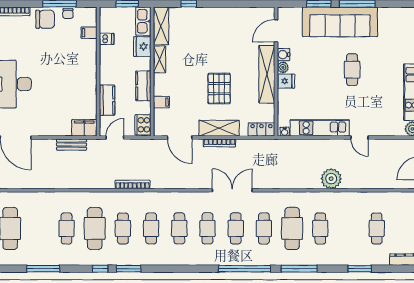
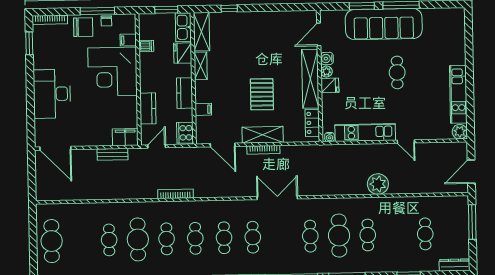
corner desk: (73, 63) -> (112, 72), added
locker: (261, 129) -> (312, 123), moved, turned -90
cafe table: (236, 228) -> (282, 237), removed

